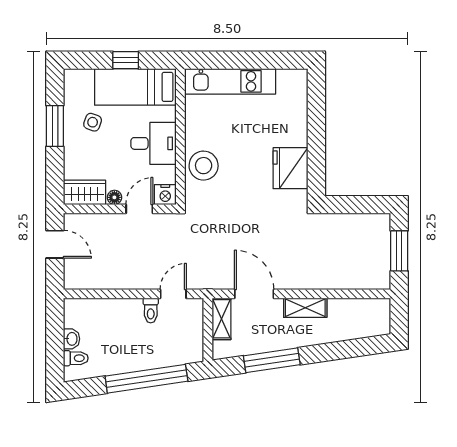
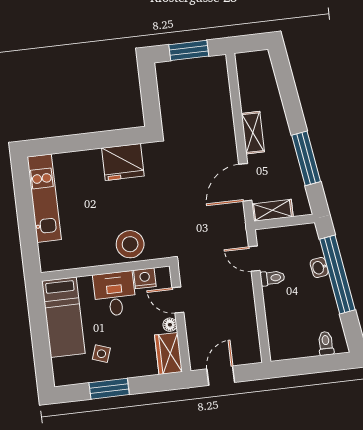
window: (126, 60) -> (39, 329), removed
kitchen unit: (230, 81) -> (44, 198), moved
nightstand: (165, 195) -> (145, 278), moved, turned -90
washbasin: (72, 339) -> (319, 267), moved, turned -98

